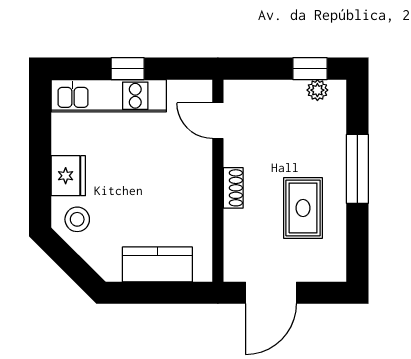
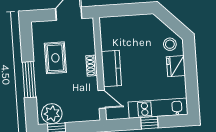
plant: (317, 90) -> (52, 114), width x1.88, depth x1.88
kitchen counter: (157, 264) -> (111, 69), moved, turned -90

